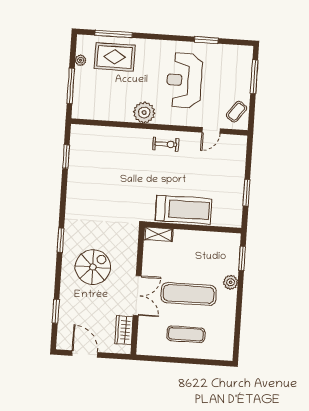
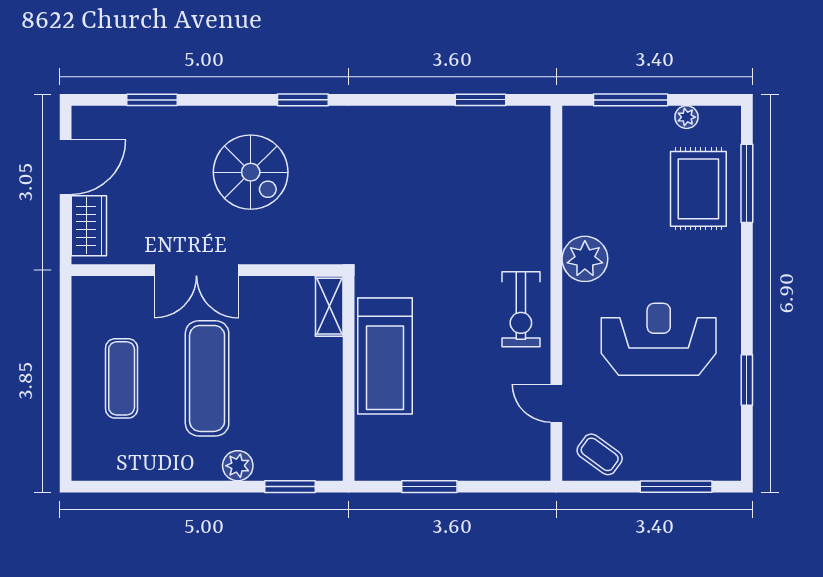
exercise bike: (166, 144) -> (521, 309), width x1.38, depth x1.39
wardrobe: (124, 330) -> (89, 226), moved, turned 90

